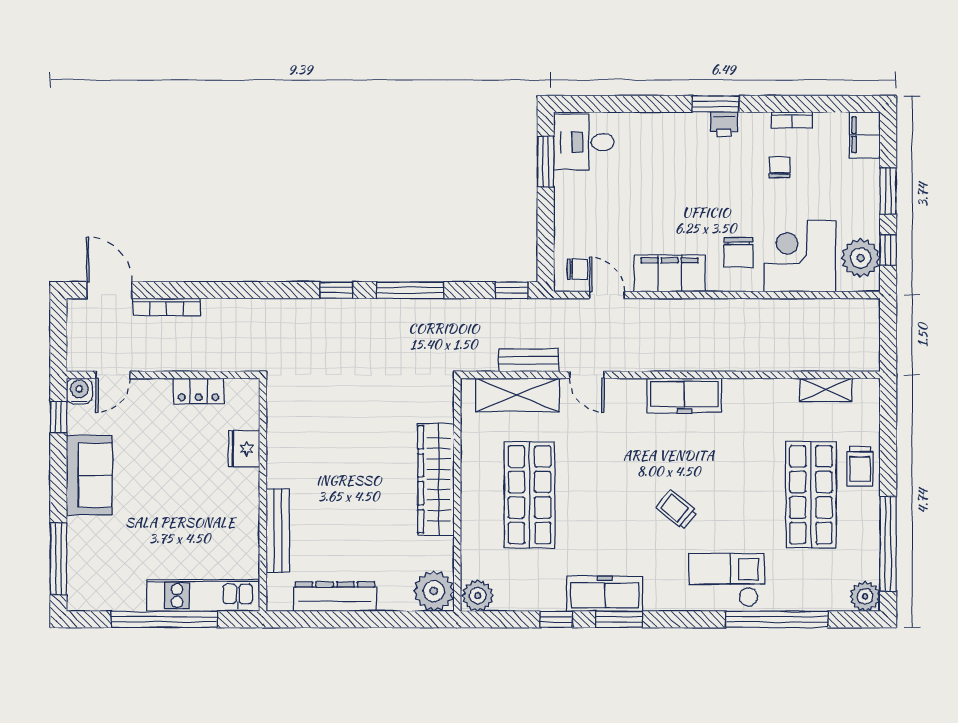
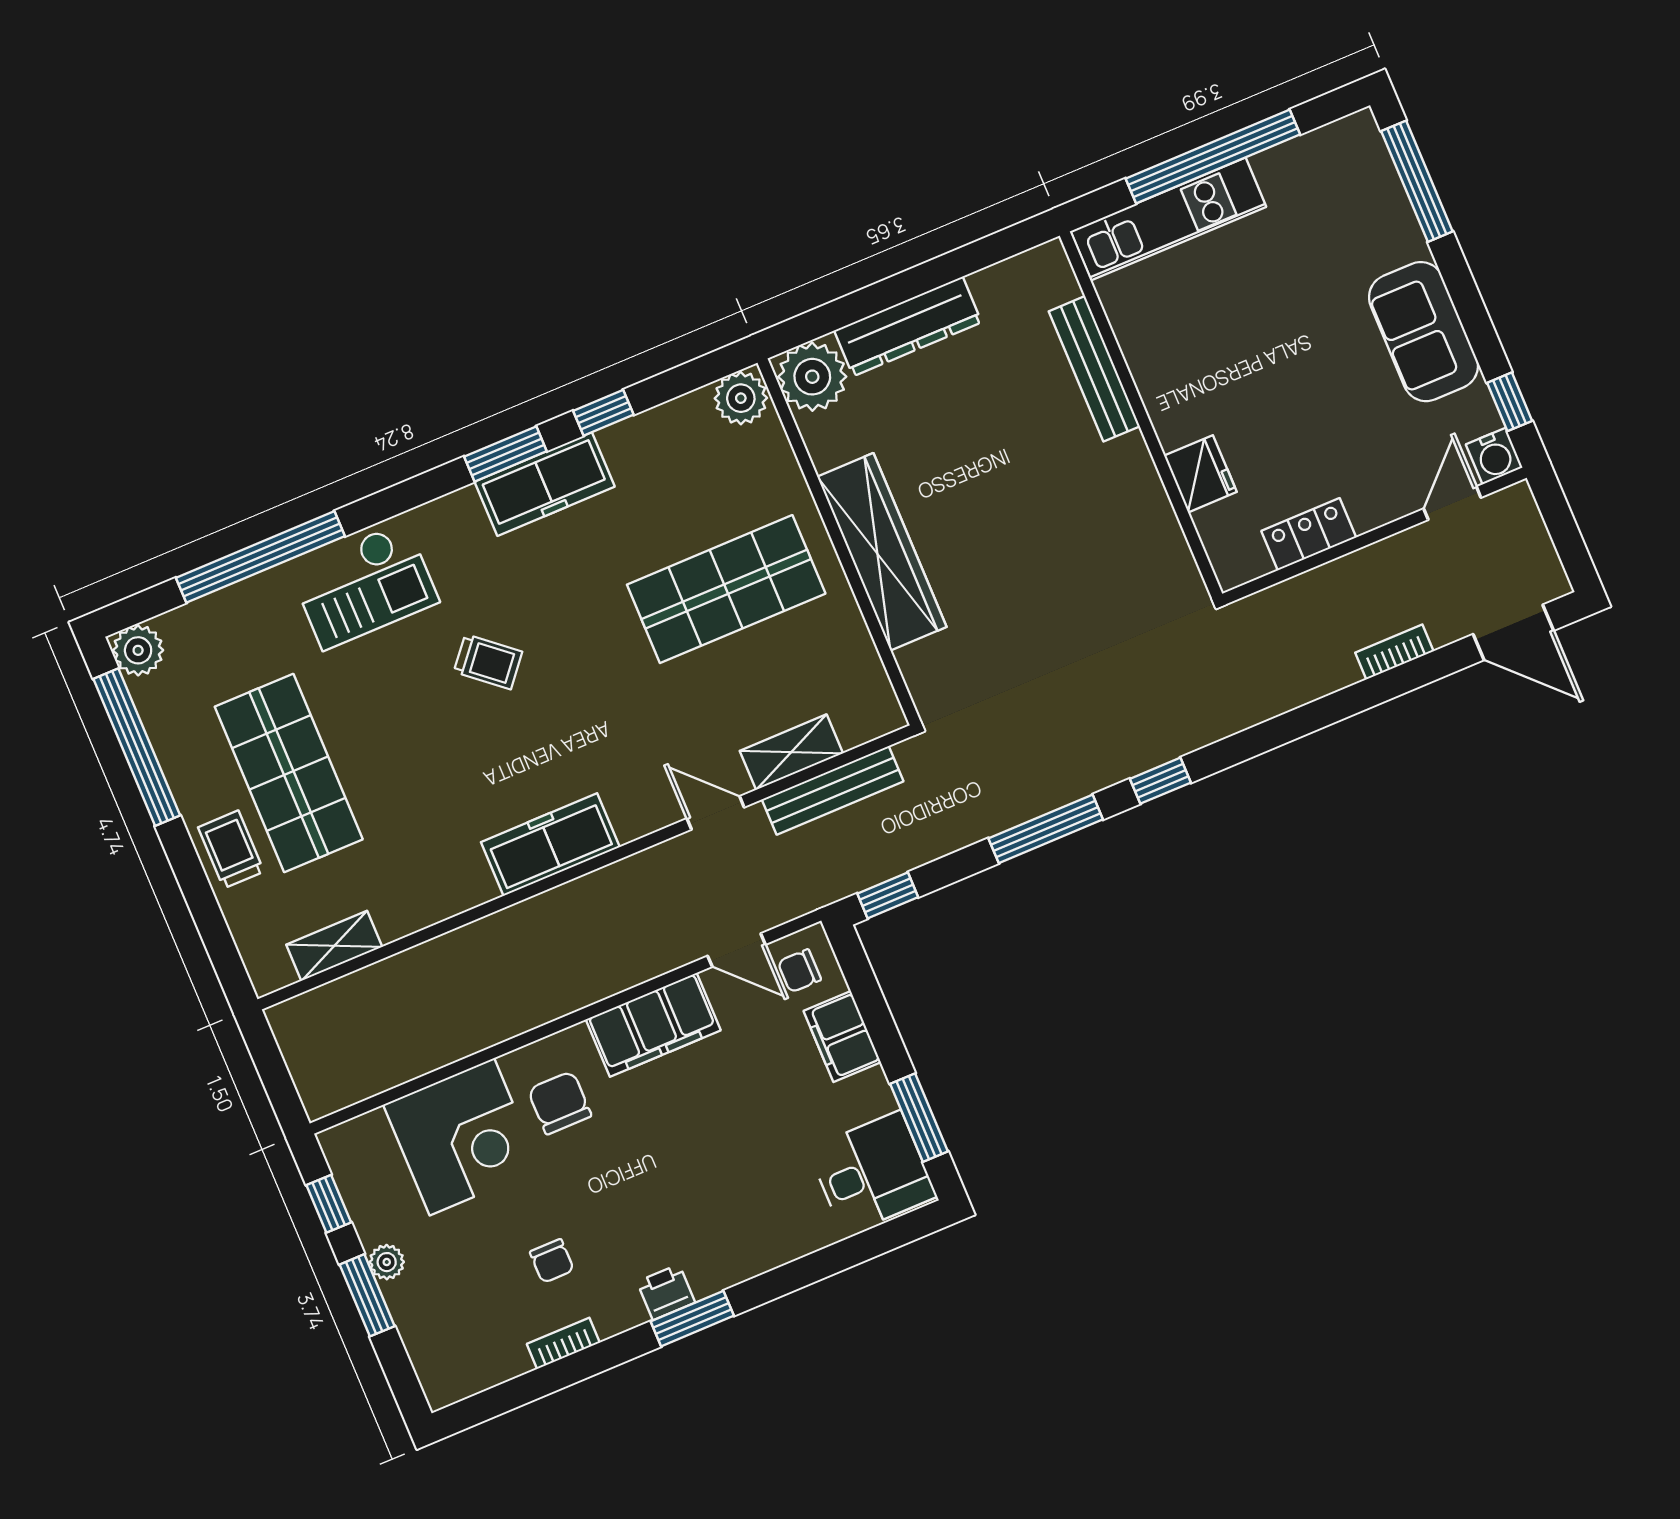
filing cabinet: (865, 135) -> (842, 1036), moved, turned 180
plant: (861, 258) -> (387, 1262), moved, width x0.53, depth x0.53
bookcase: (167, 307) -> (1394, 652), width x0.64
bench: (529, 360) -> (833, 790), width x1.36
shelving: (517, 395) -> (791, 752), width x0.67, depth x0.75
shop shelf: (530, 495) -> (726, 589), turned 90
dresser: (335, 597) -> (908, 326), moved

